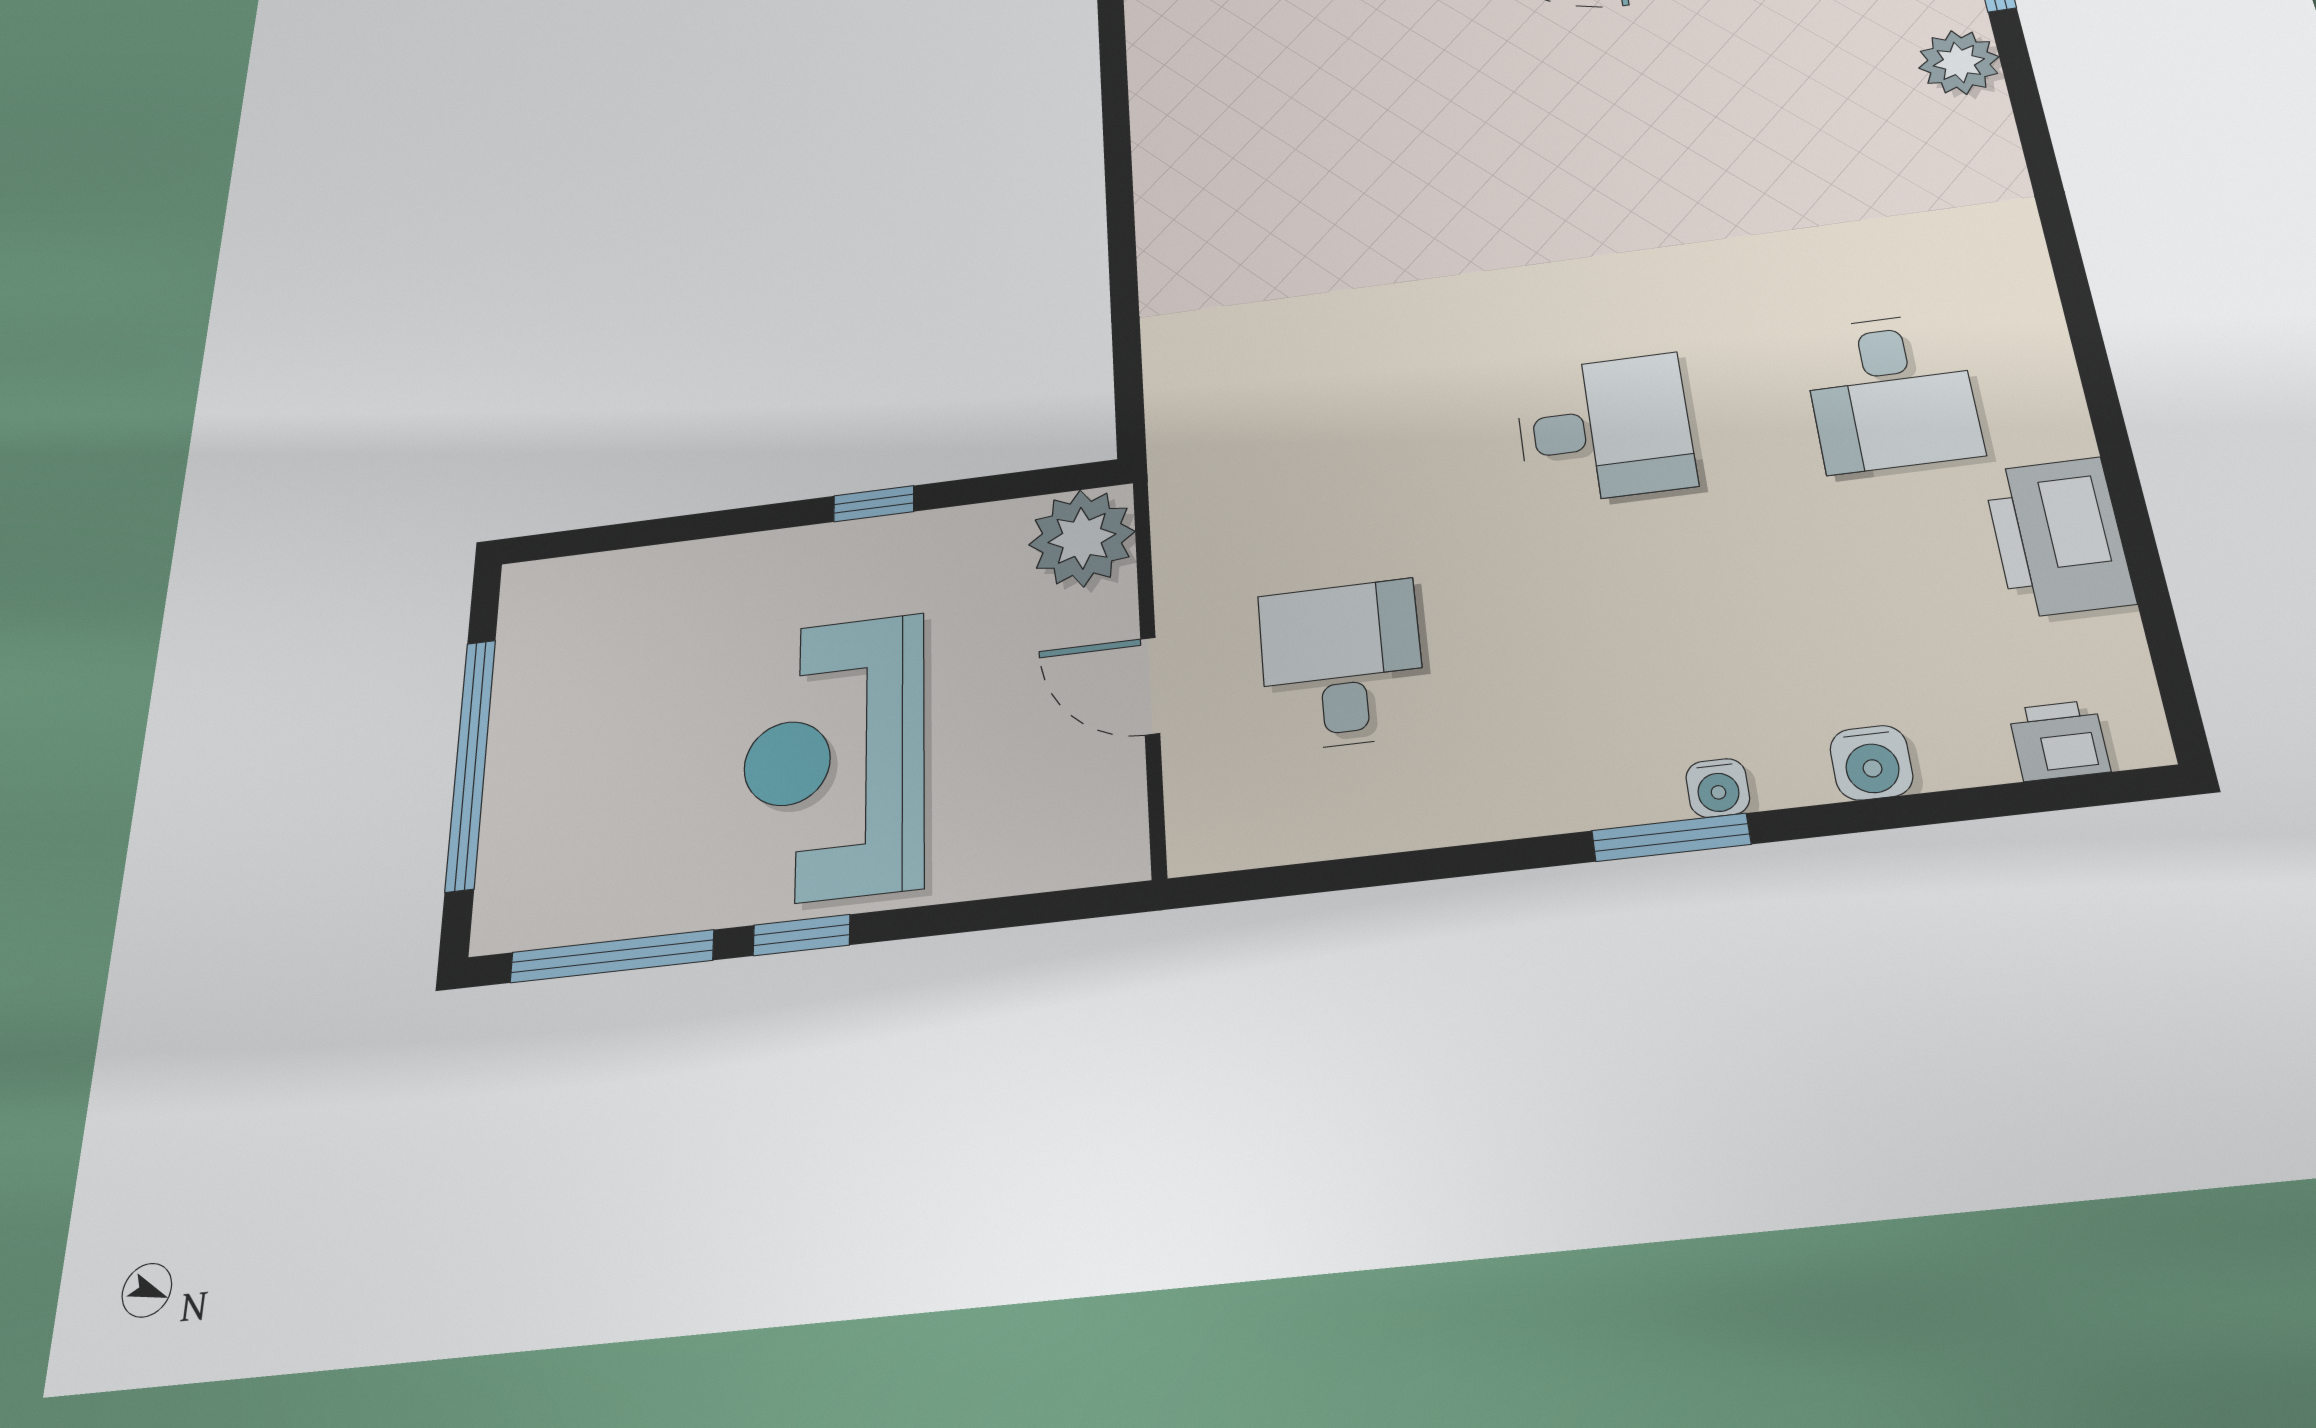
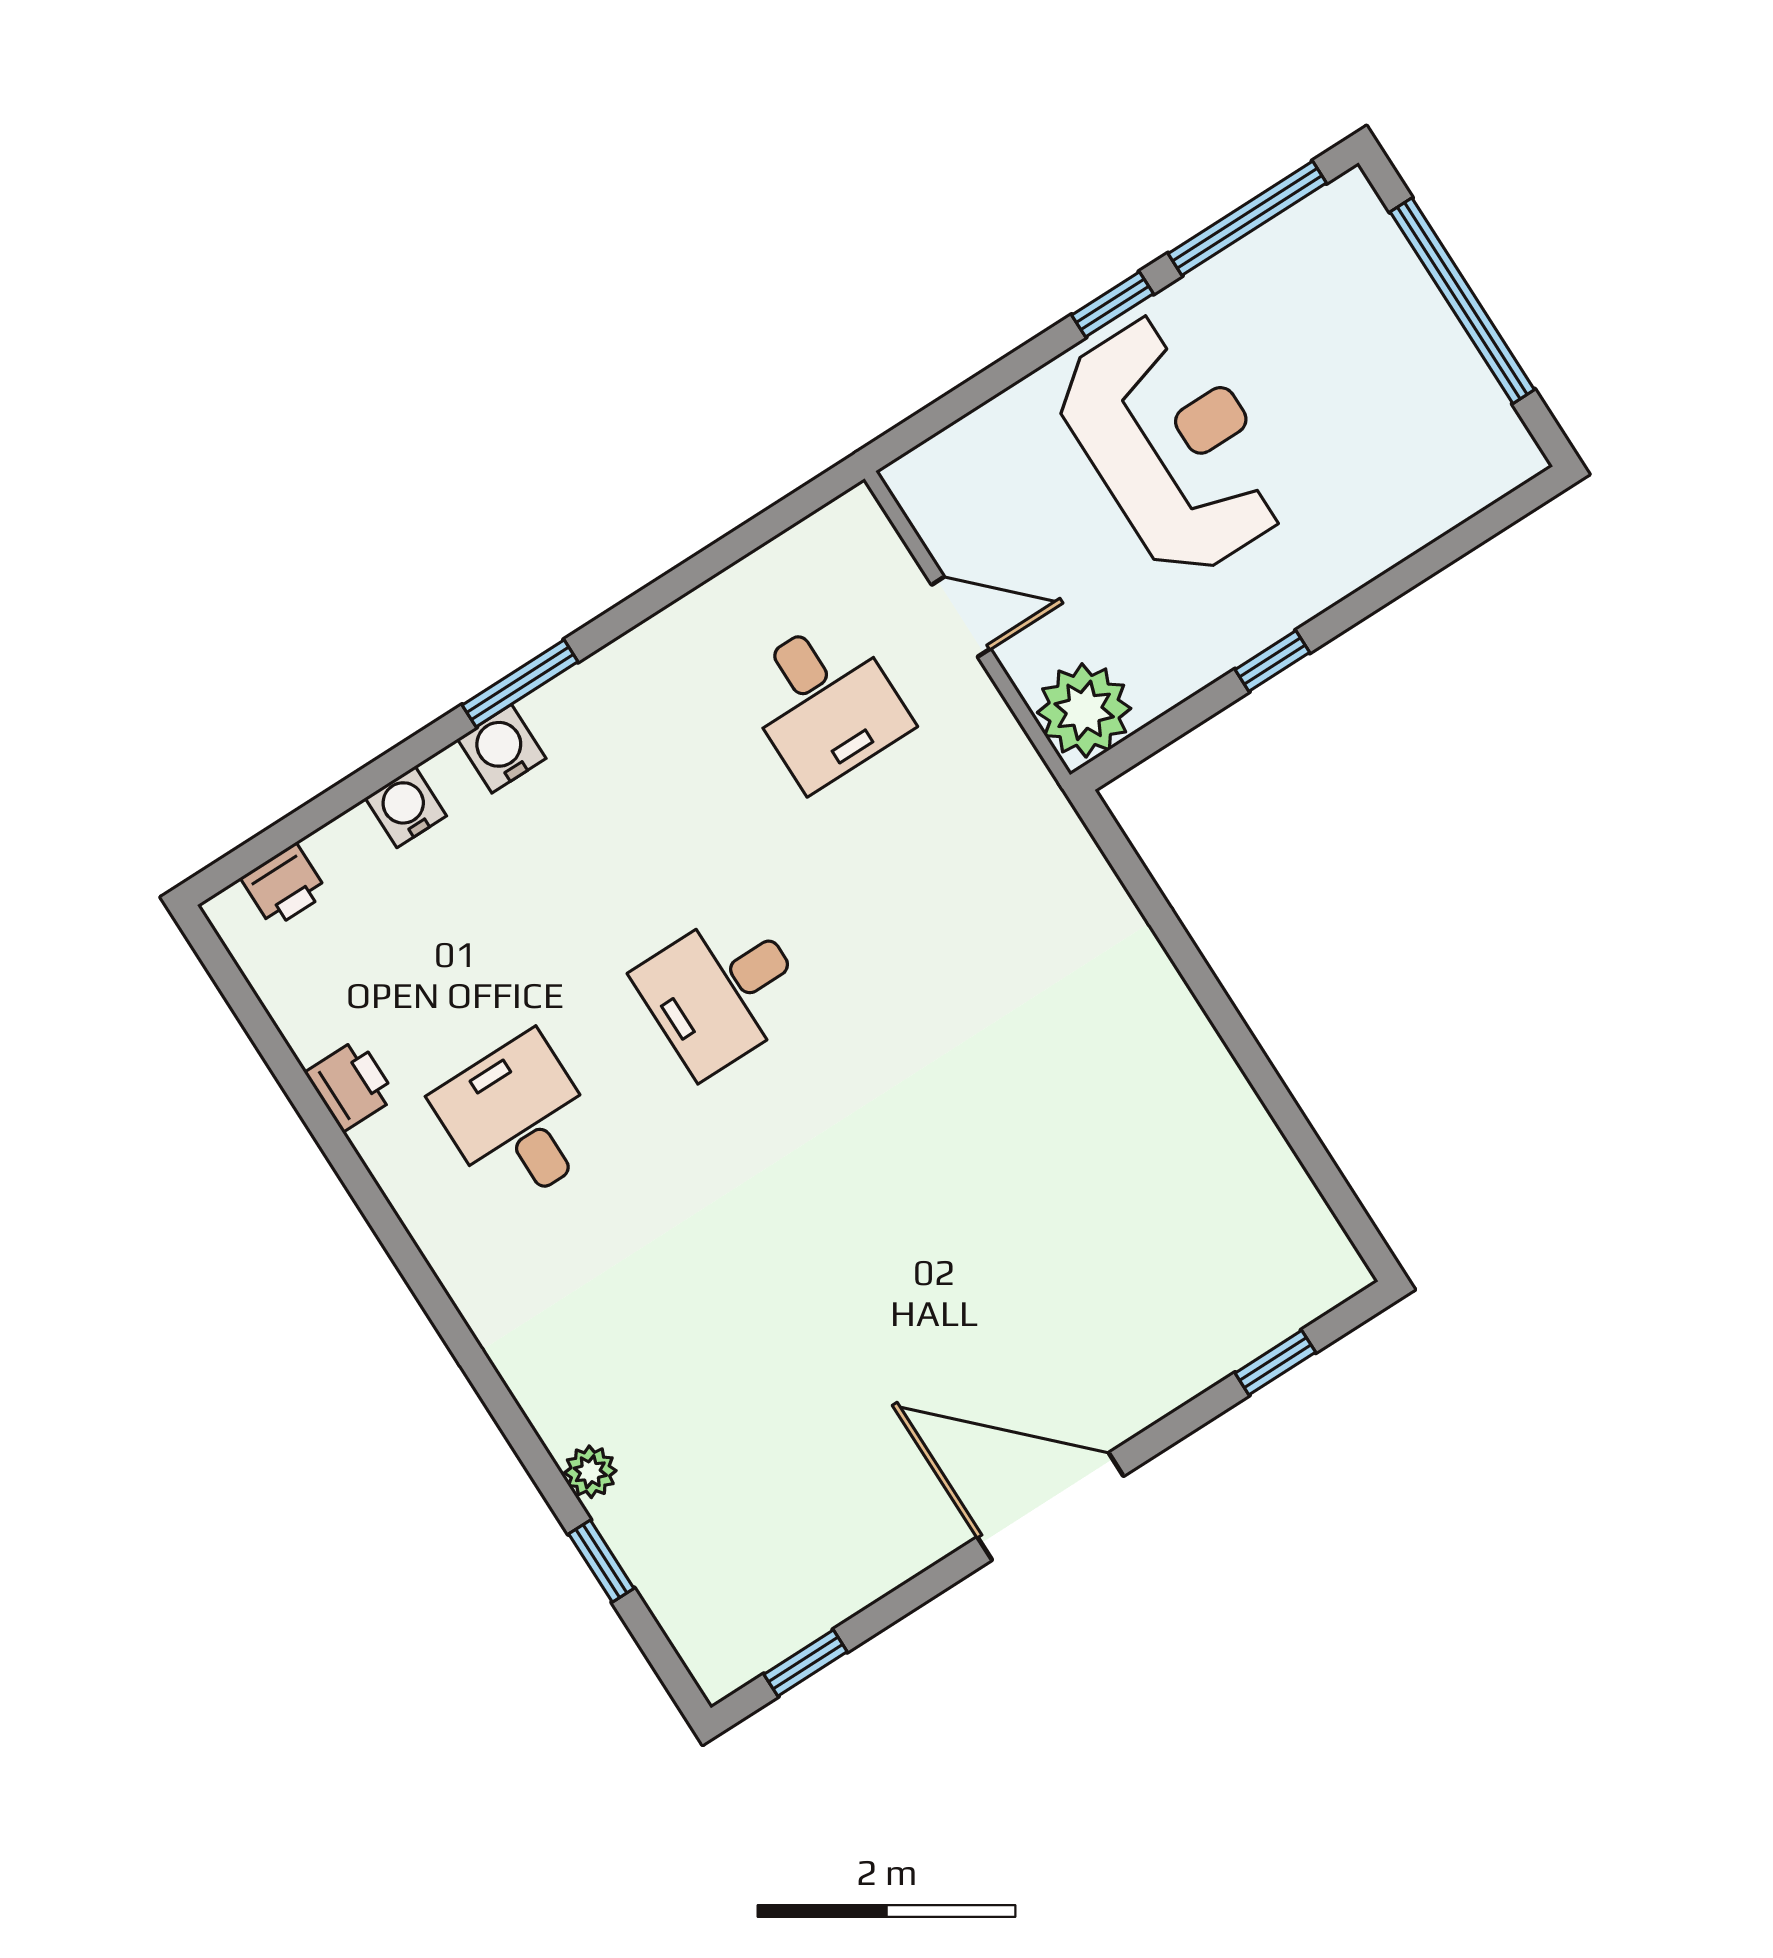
plant: (1959, 62) -> (590, 1472), width x0.73, depth x0.73
printer: (2058, 537) -> (351, 1085), width x0.53, depth x0.68
water cooler: (1718, 788) -> (502, 749), width x1.38, depth x1.38

